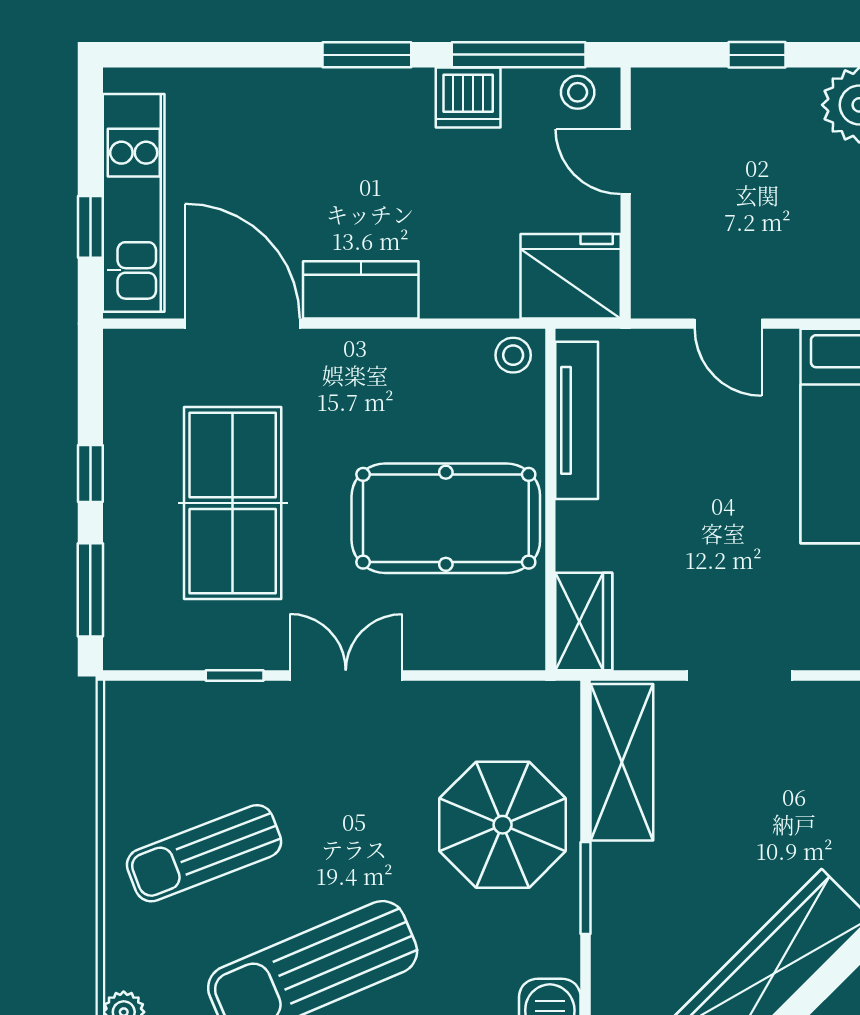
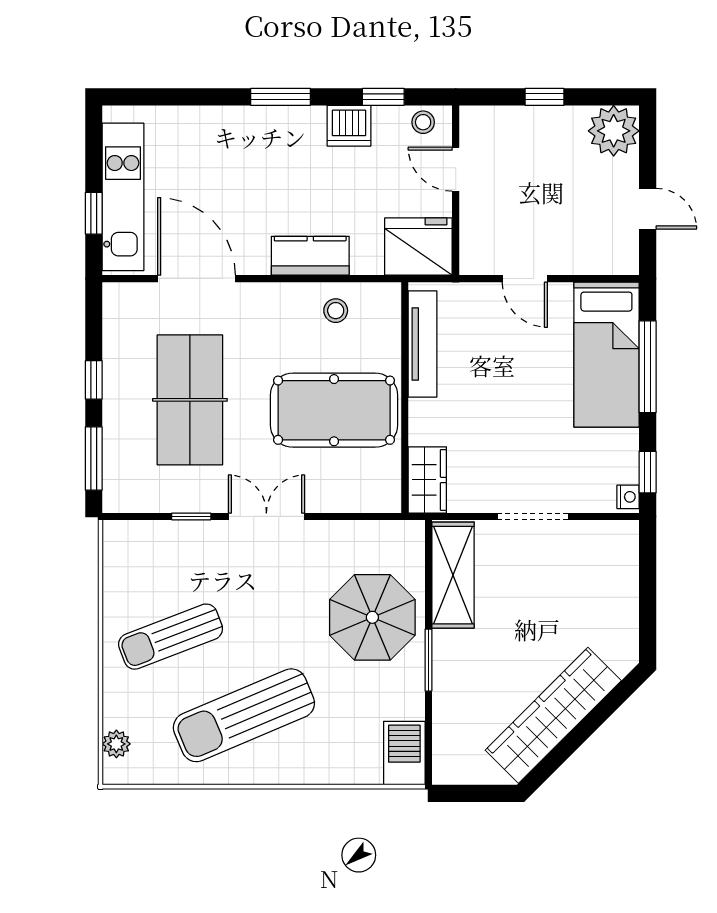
window: (519, 55) -> (383, 97), width x0.46
kitchen counter: (361, 290) -> (310, 256), moved
stool: (513, 355) -> (336, 311), moved

